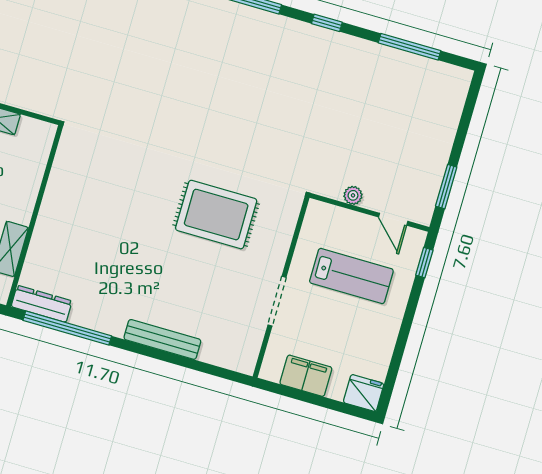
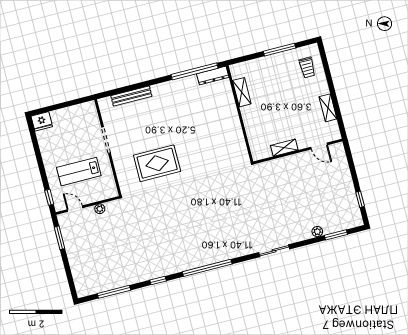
bench: (162, 339) -> (131, 96), moved
filing cabinet: (306, 376) -> (73, 114), removed

